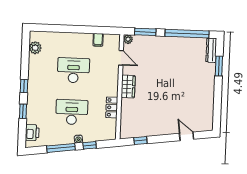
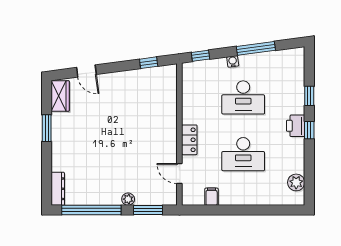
plant: (128, 39) -> (128, 199), moved
window: (219, 66) -> (47, 128), moved
wardrobe: (128, 86) -> (60, 96), moved, turned 180
locker: (112, 107) -> (189, 140), moved
printer: (32, 133) -> (296, 126), moved
window: (90, 145) -> (200, 56), moved

